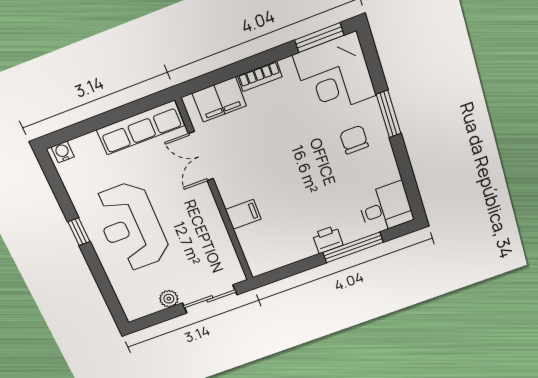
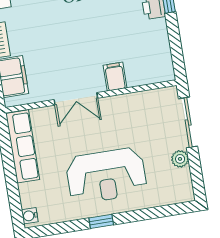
double door: (201, 156) -> (76, 99), moved

